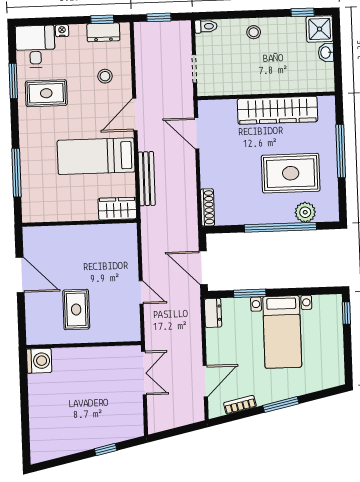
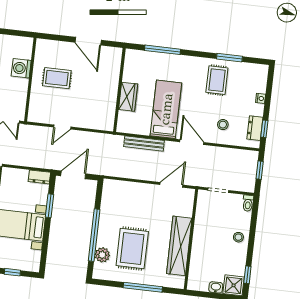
desk: (35, 46) -> (252, 77), removed
shoe rack: (208, 207) -> (117, 185), removed
wardrobe: (117, 209) -> (128, 97), moved
door: (20, 275) -> (88, 41), hinge flipped
window: (346, 313) -> (12, 272), moved
washing machine: (39, 361) -> (21, 68), moved, turned 90

